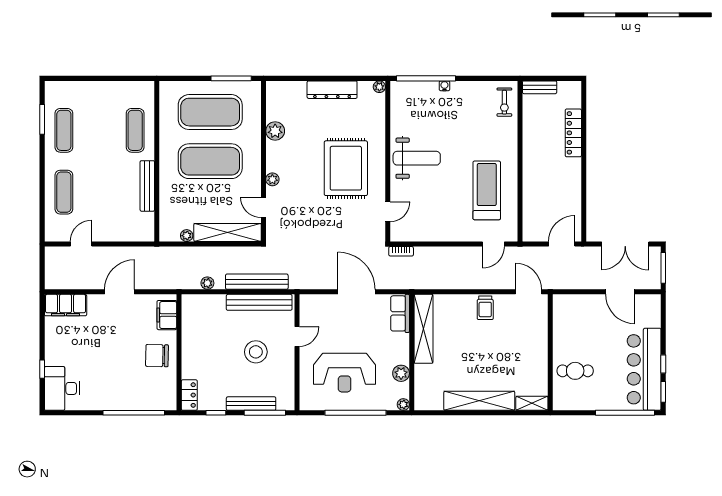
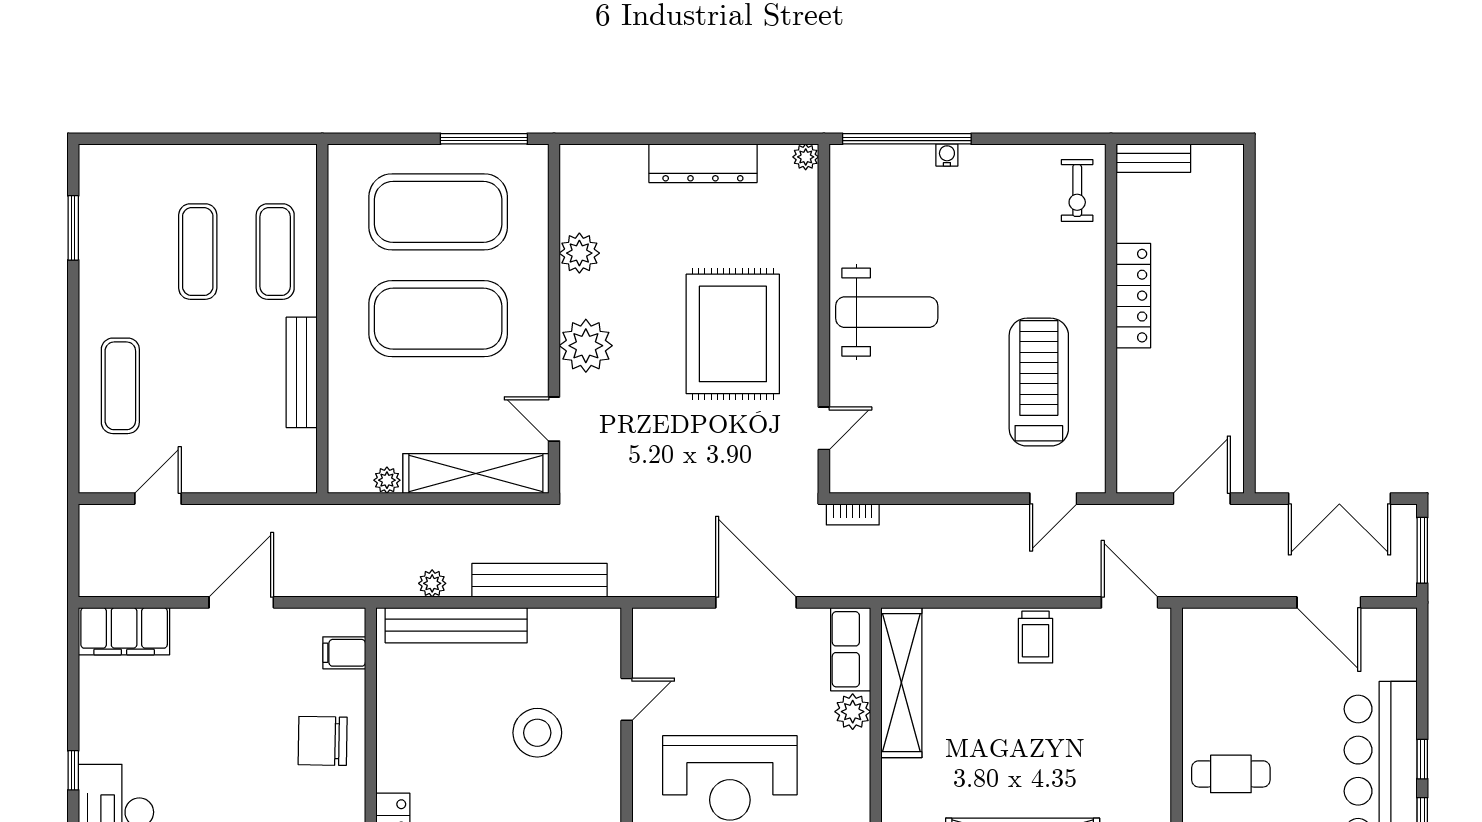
exercise mat: (64, 130) -> (198, 252), moved
locker: (573, 133) -> (1133, 296), moved, turned 180
plant: (272, 179) -> (586, 346), width x1.87, depth x1.87
bench: (259, 302) -> (456, 625), moved
filing cabinet: (167, 315) -> (344, 653), width x0.50
plant: (401, 373) -> (853, 712), moved

